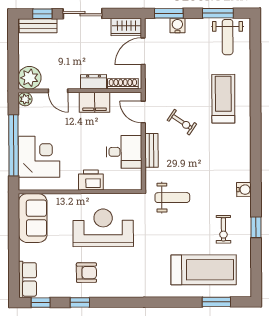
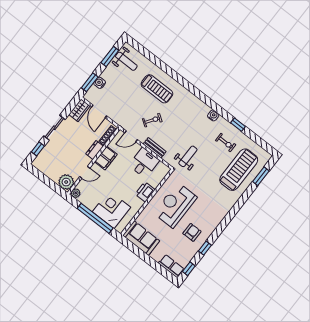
bench: (38, 26) -> (42, 156), removed
treadmill: (223, 99) -> (157, 89), turned 180

